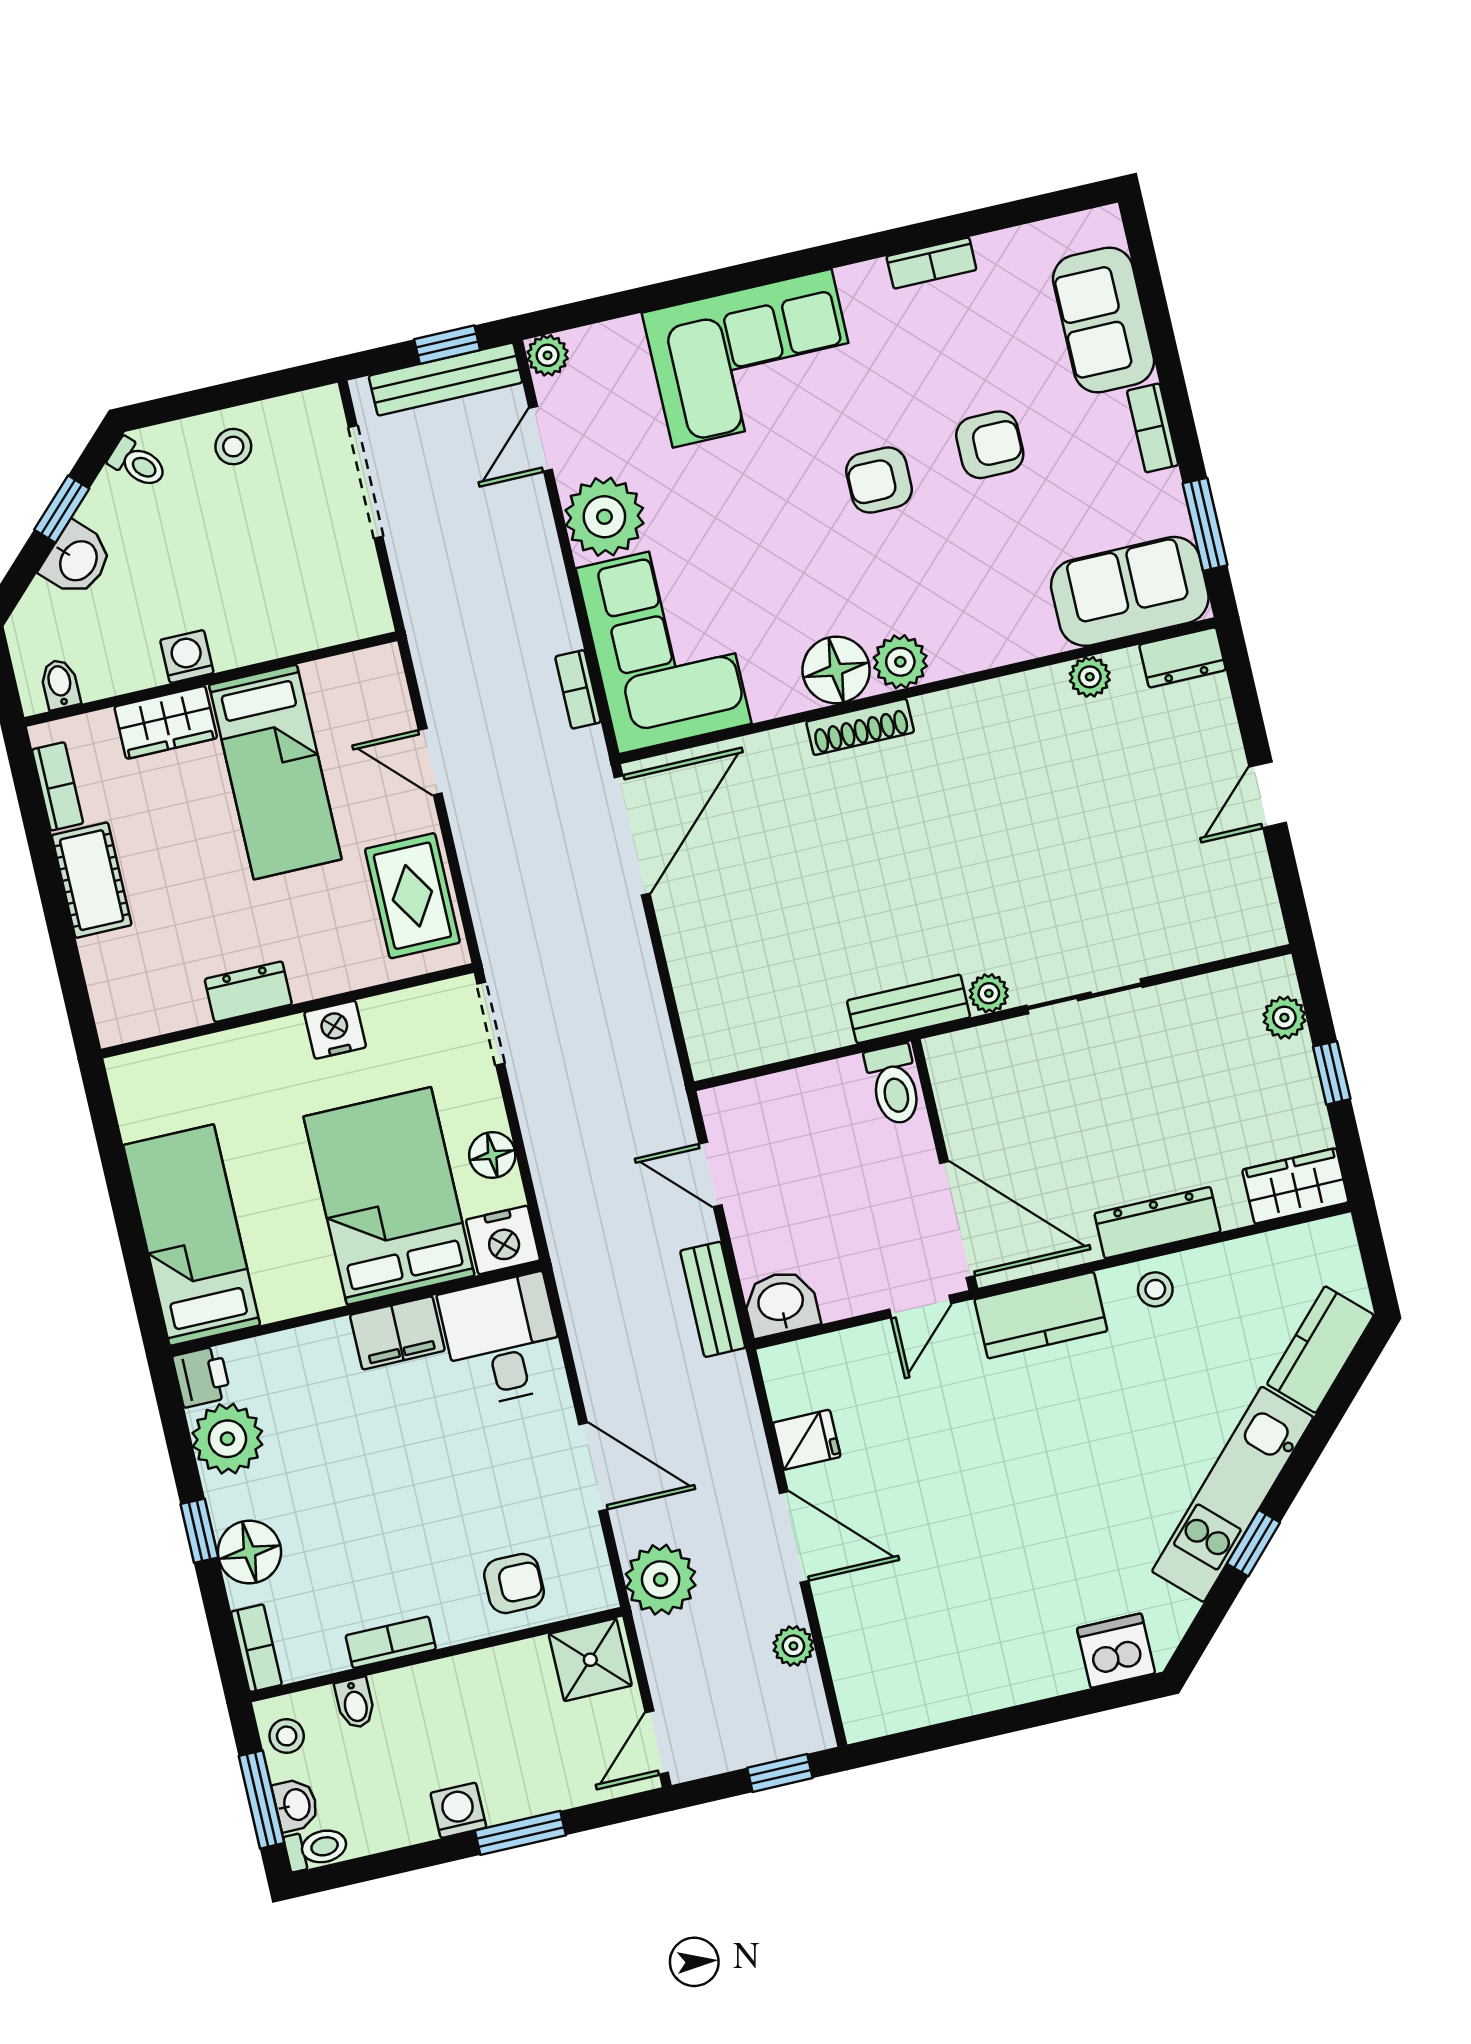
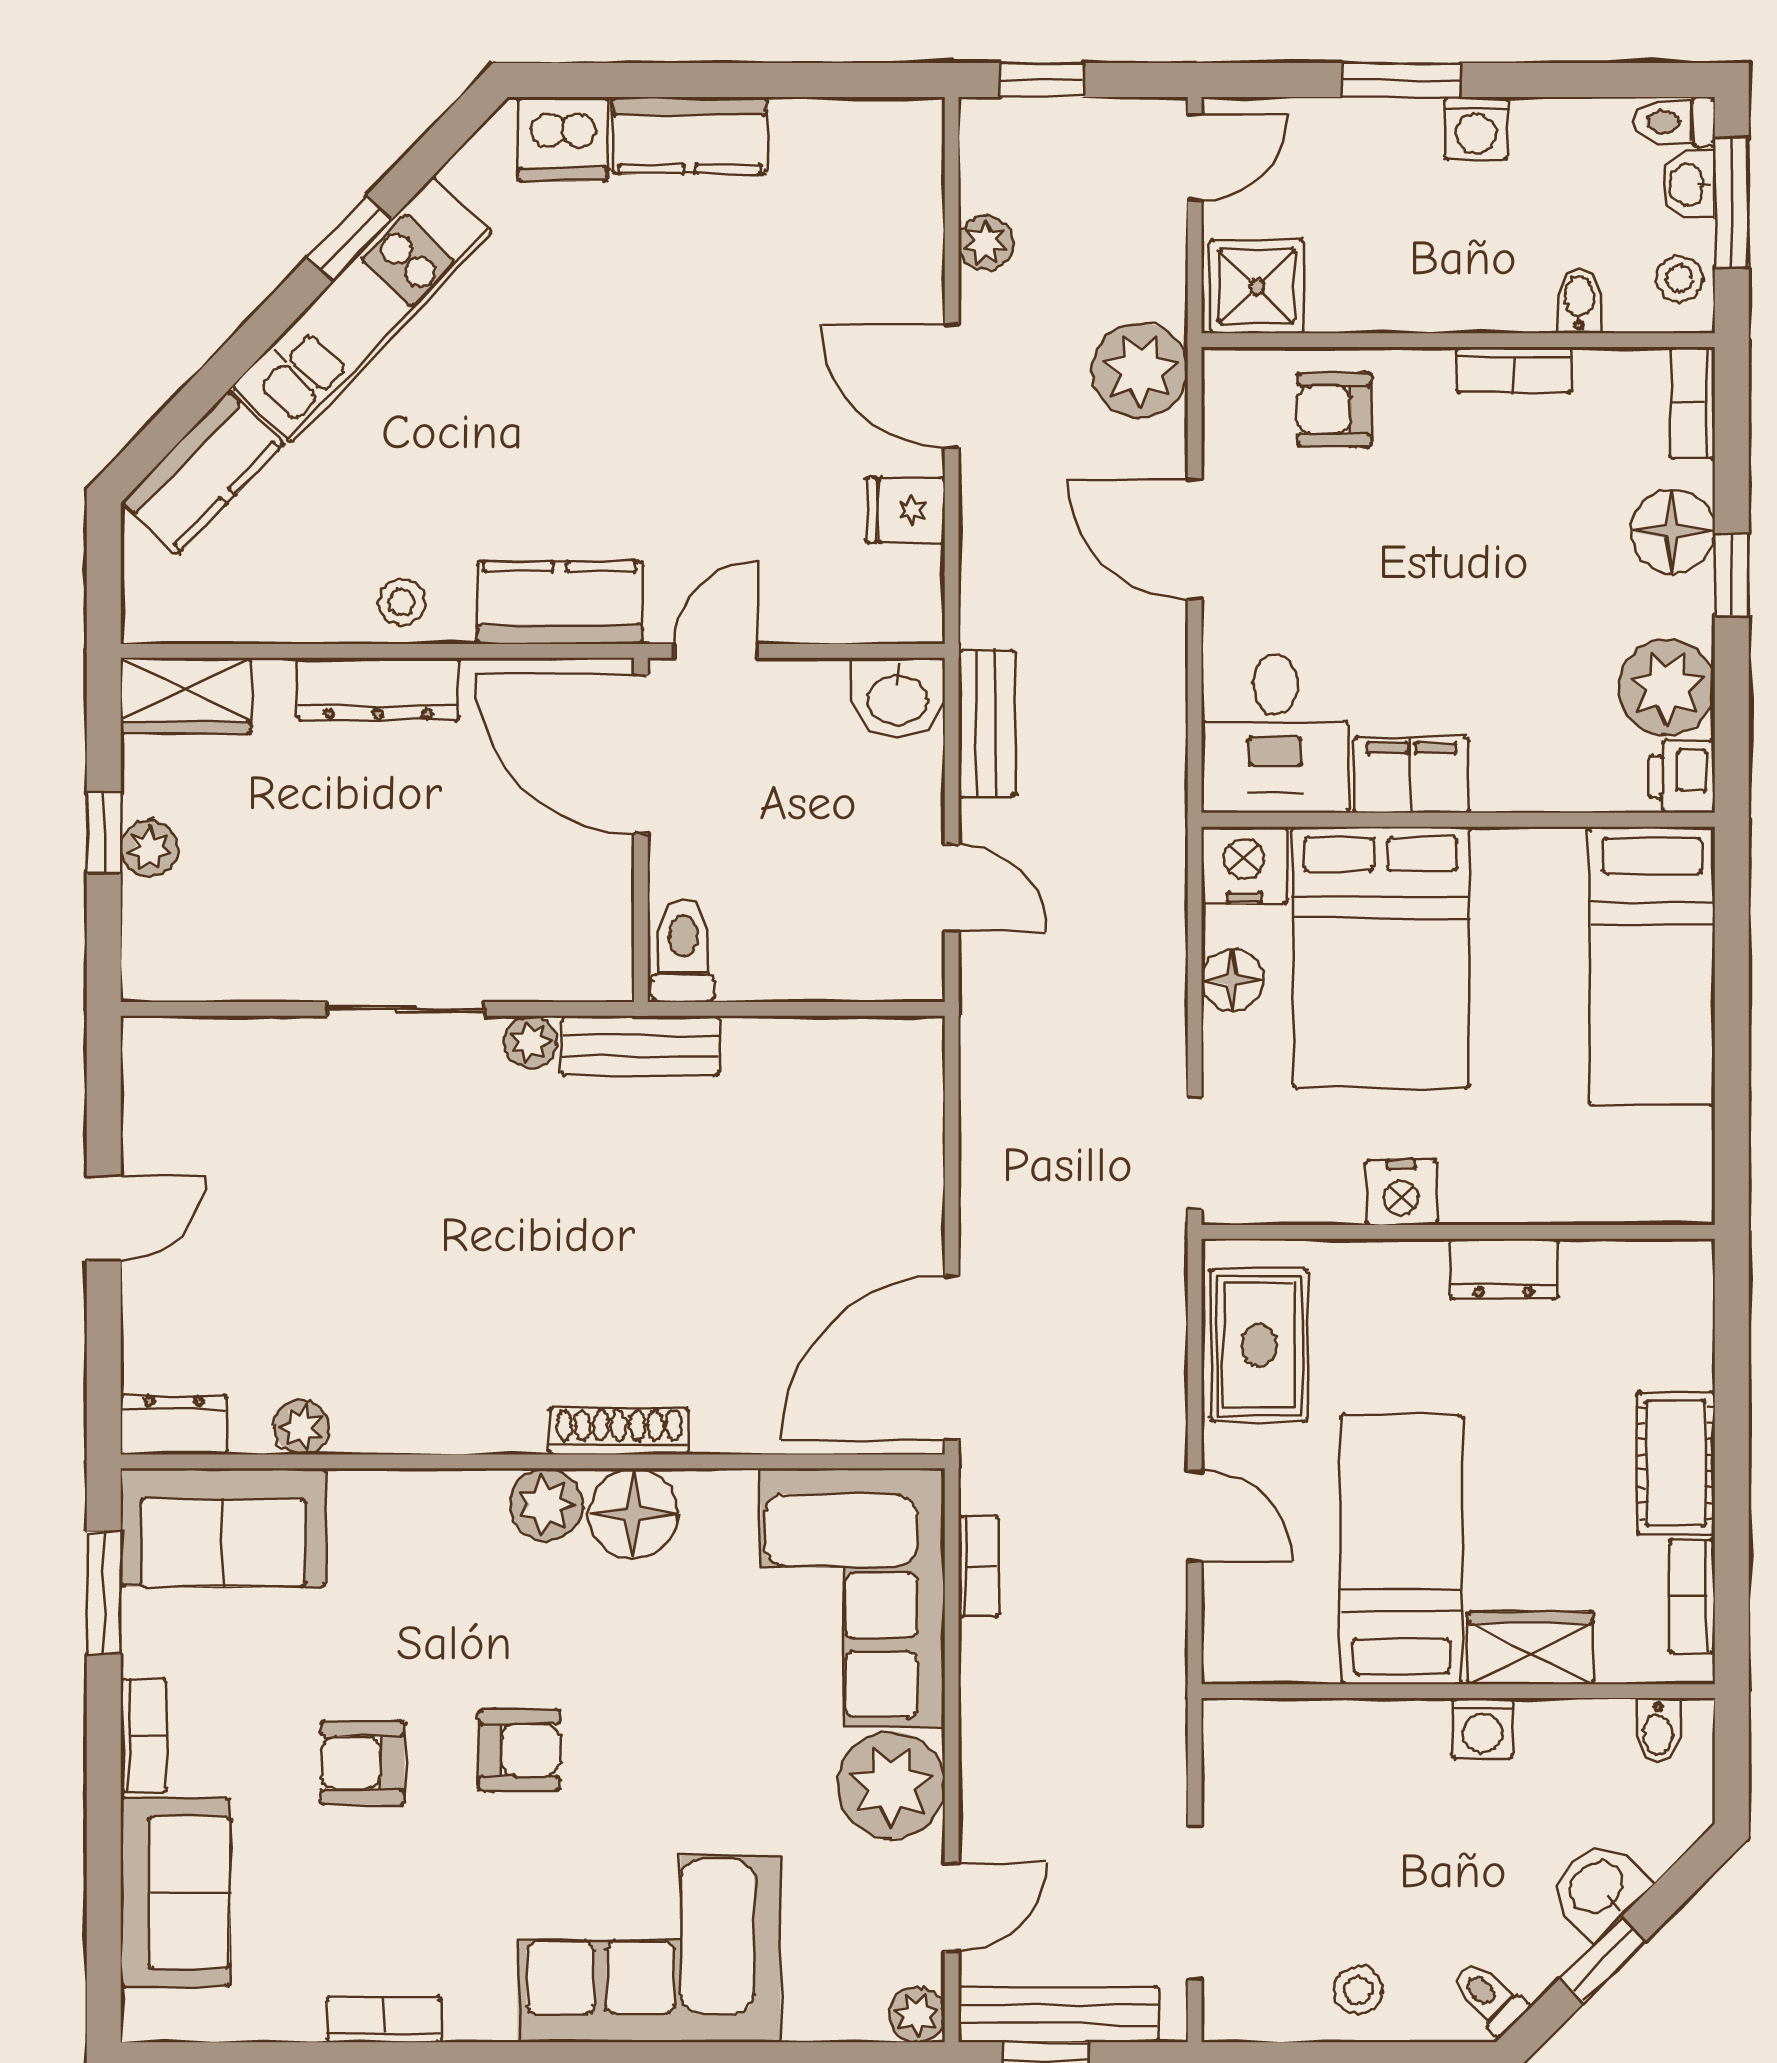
plant: (1284, 1018) -> (149, 849), moved
kitchen counter: (1025, 1674) -> (690, 135), added

